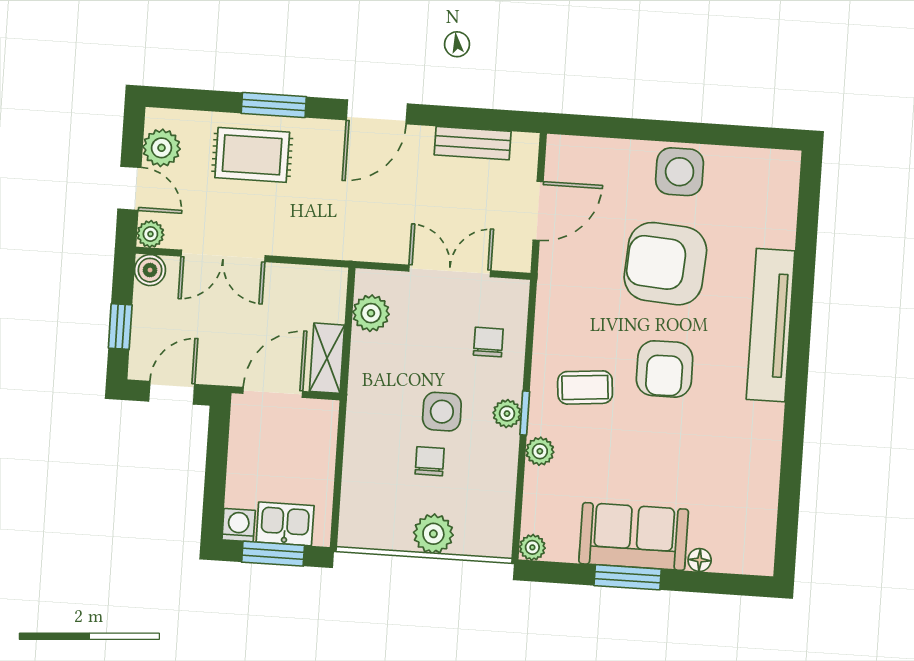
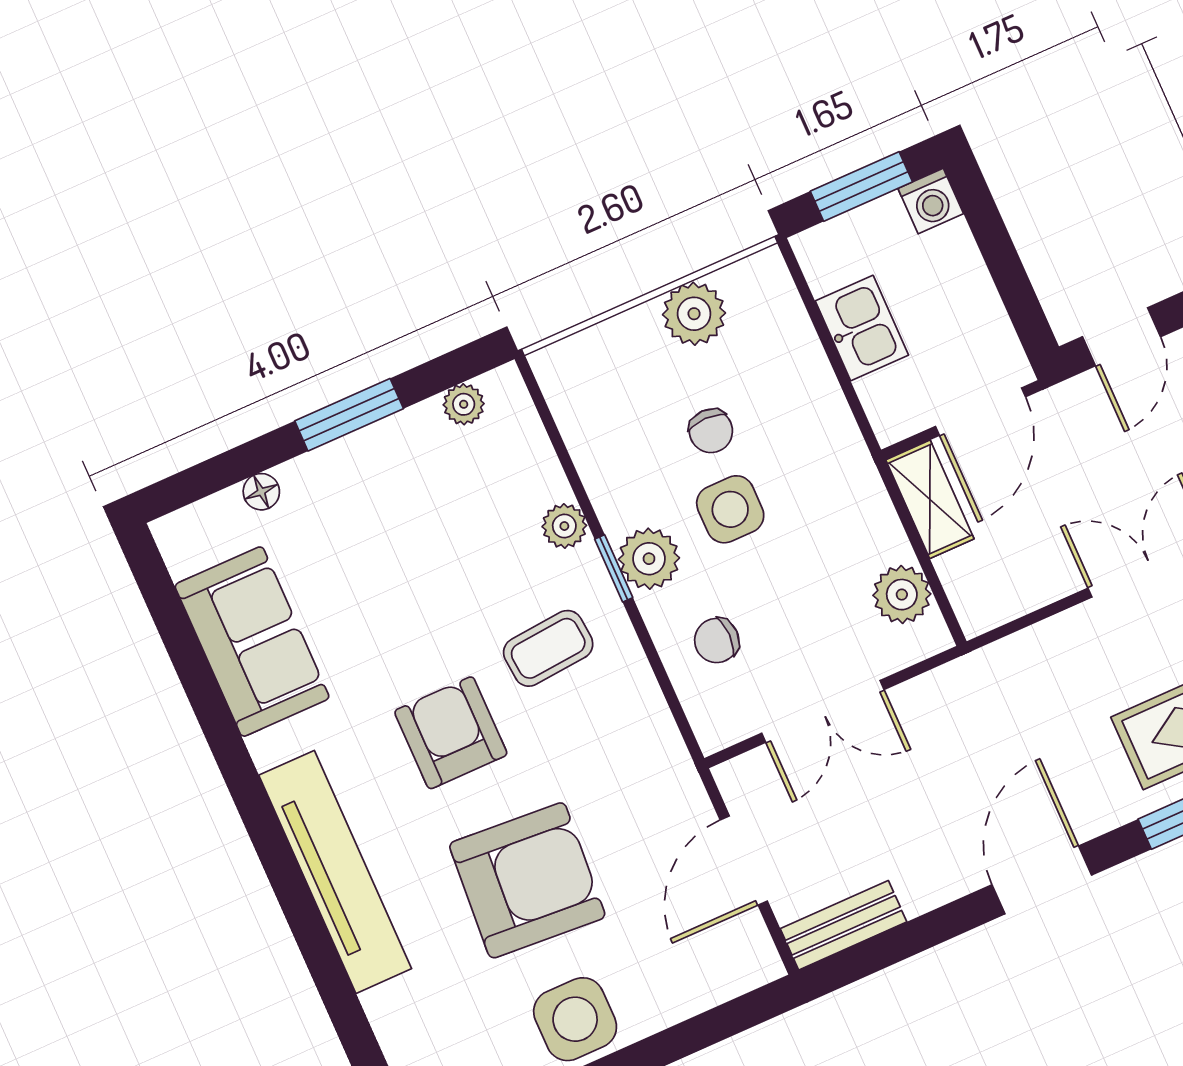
bench: (473, 143) -> (844, 925), moved
chair: (488, 342) -> (717, 640), turned 90
plant: (507, 414) -> (649, 559), width x1.38, depth x1.38
kitchen sink: (285, 524) -> (862, 328), moved, turned -90
plant: (433, 534) -> (694, 314), moved
sofa: (634, 536) -> (252, 642), moved, turned -90
plant: (532, 547) -> (464, 404), moved

